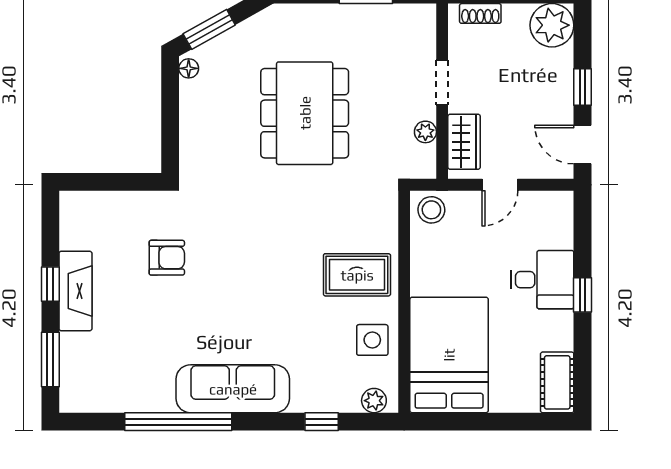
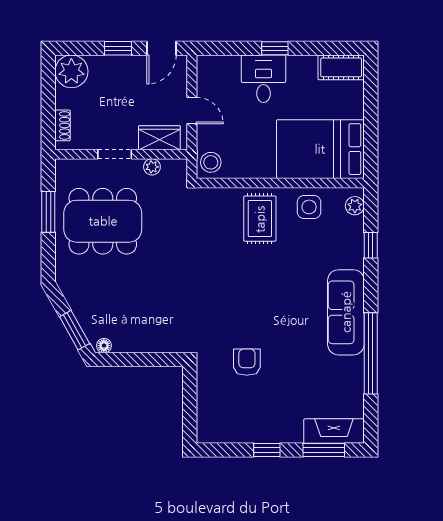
dining table: (305, 113) -> (103, 221), moved
fireplace: (75, 291) -> (334, 431), moved

